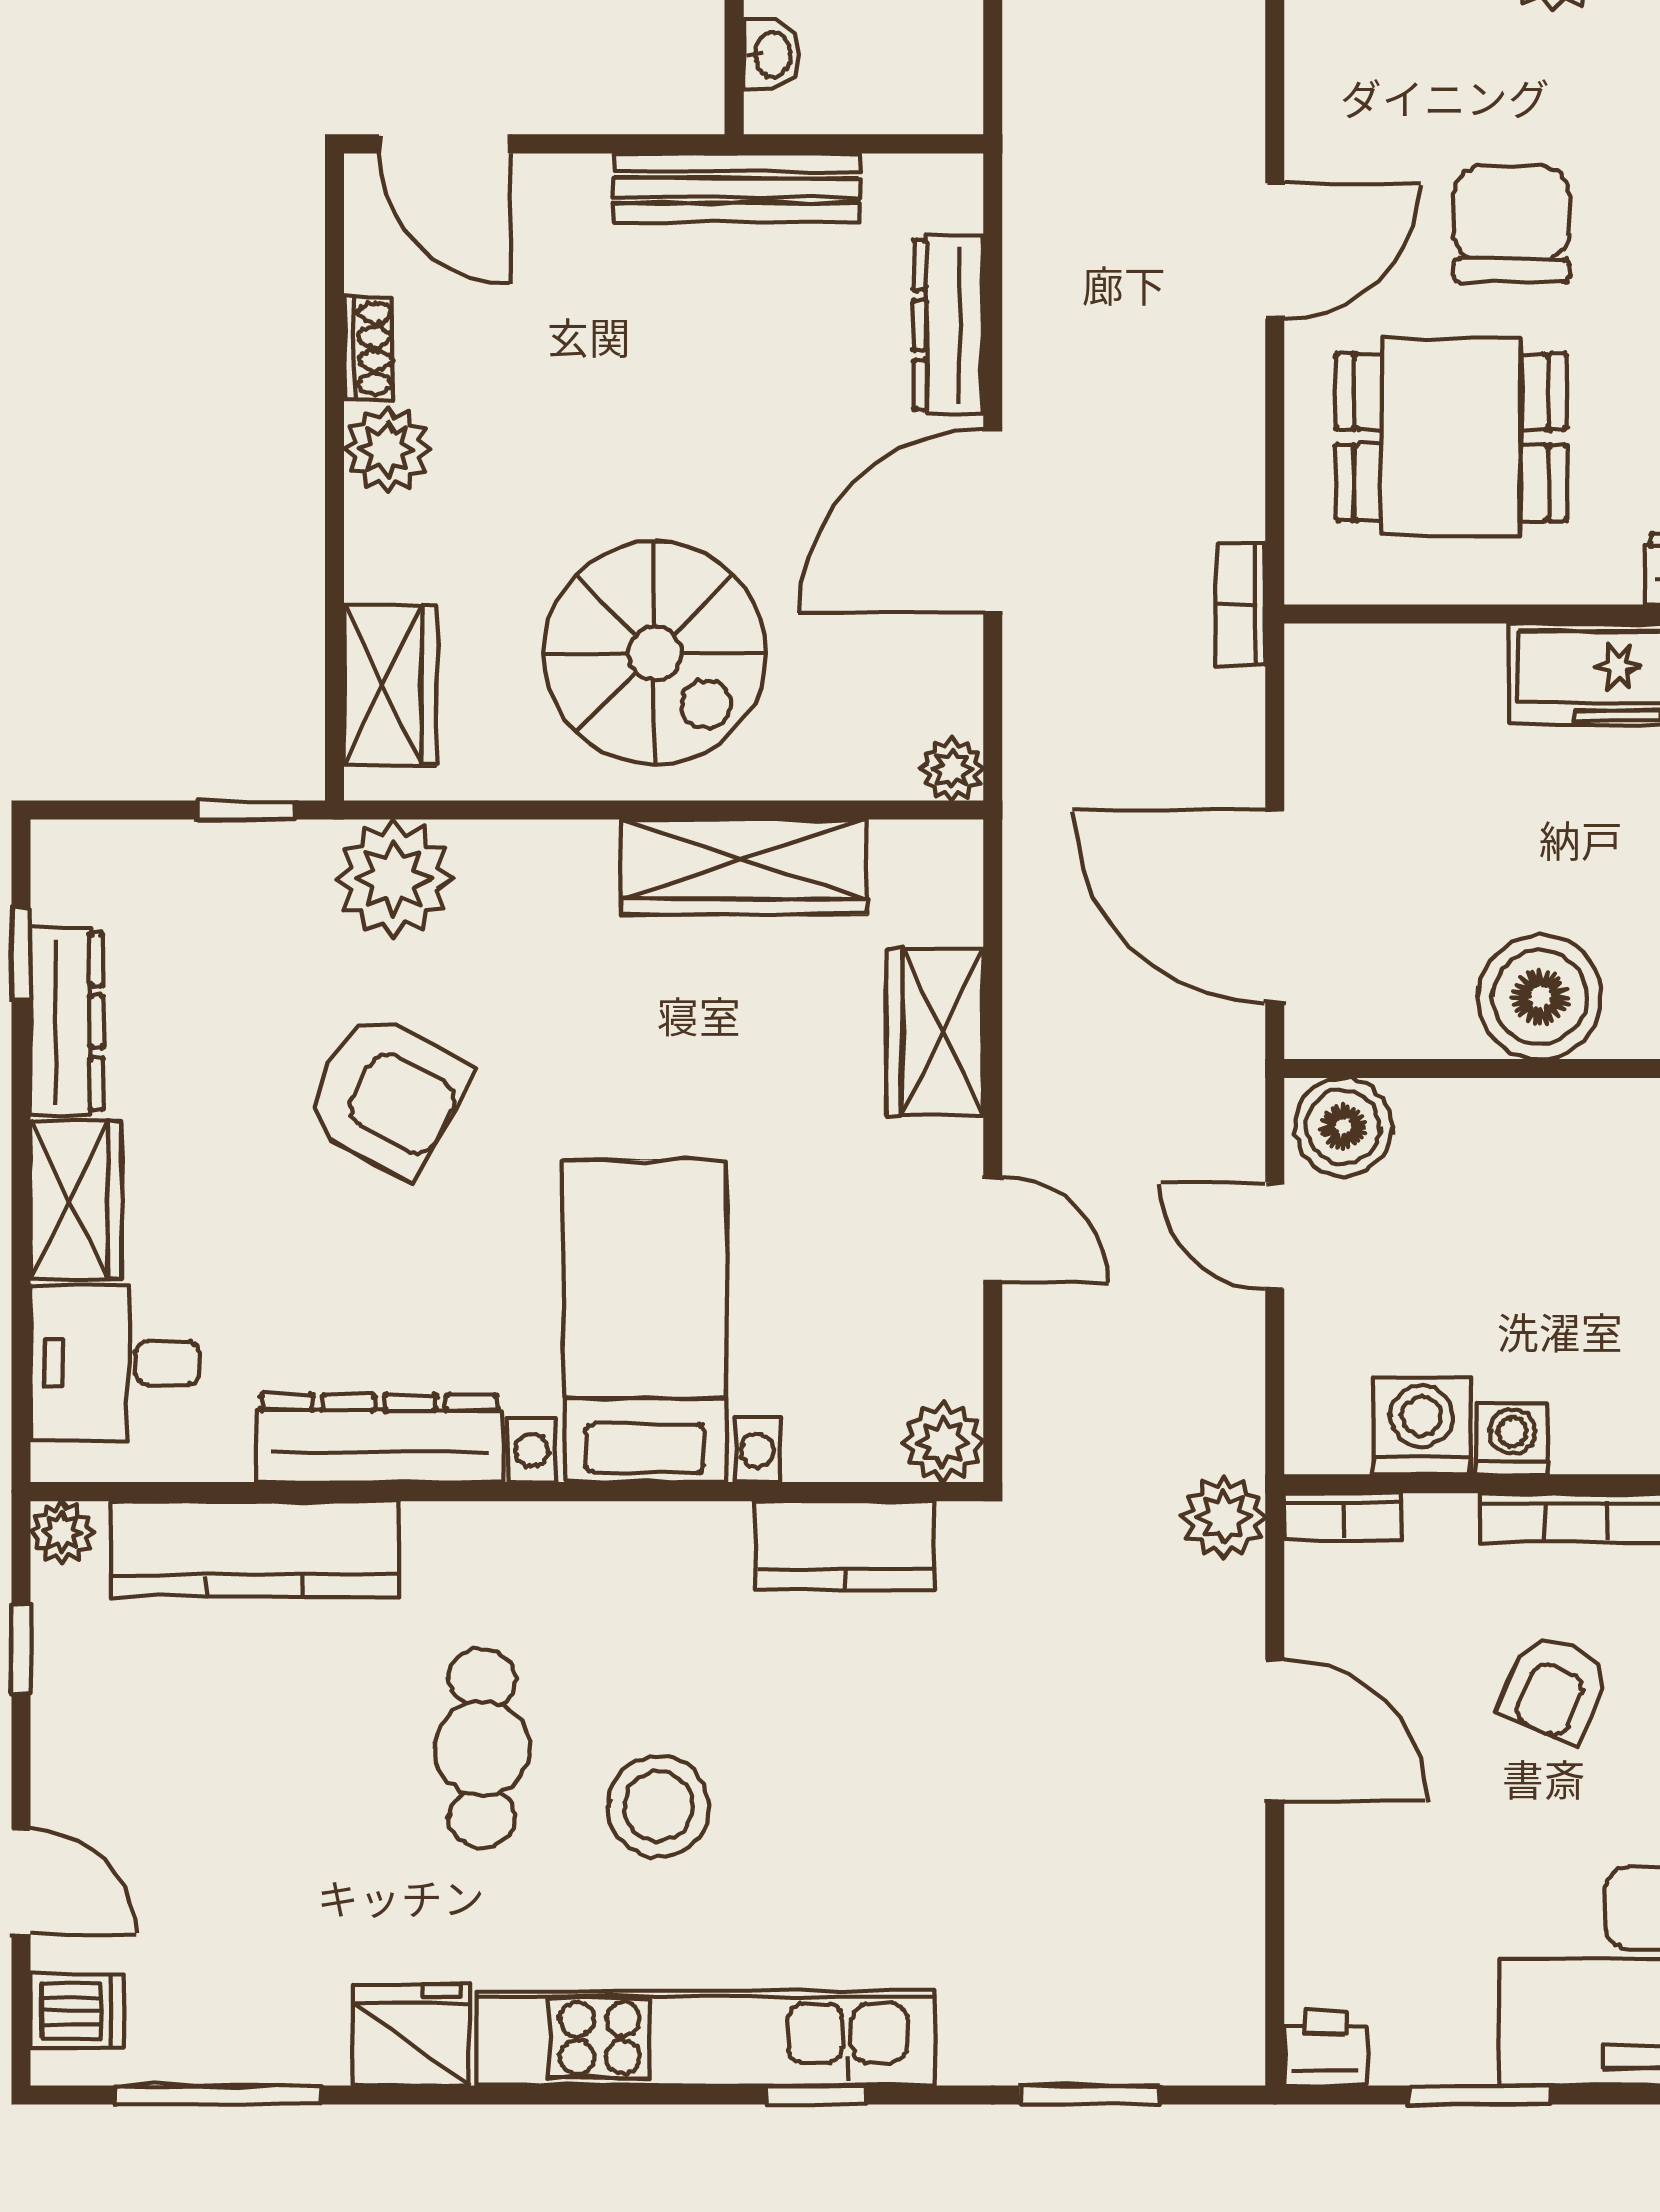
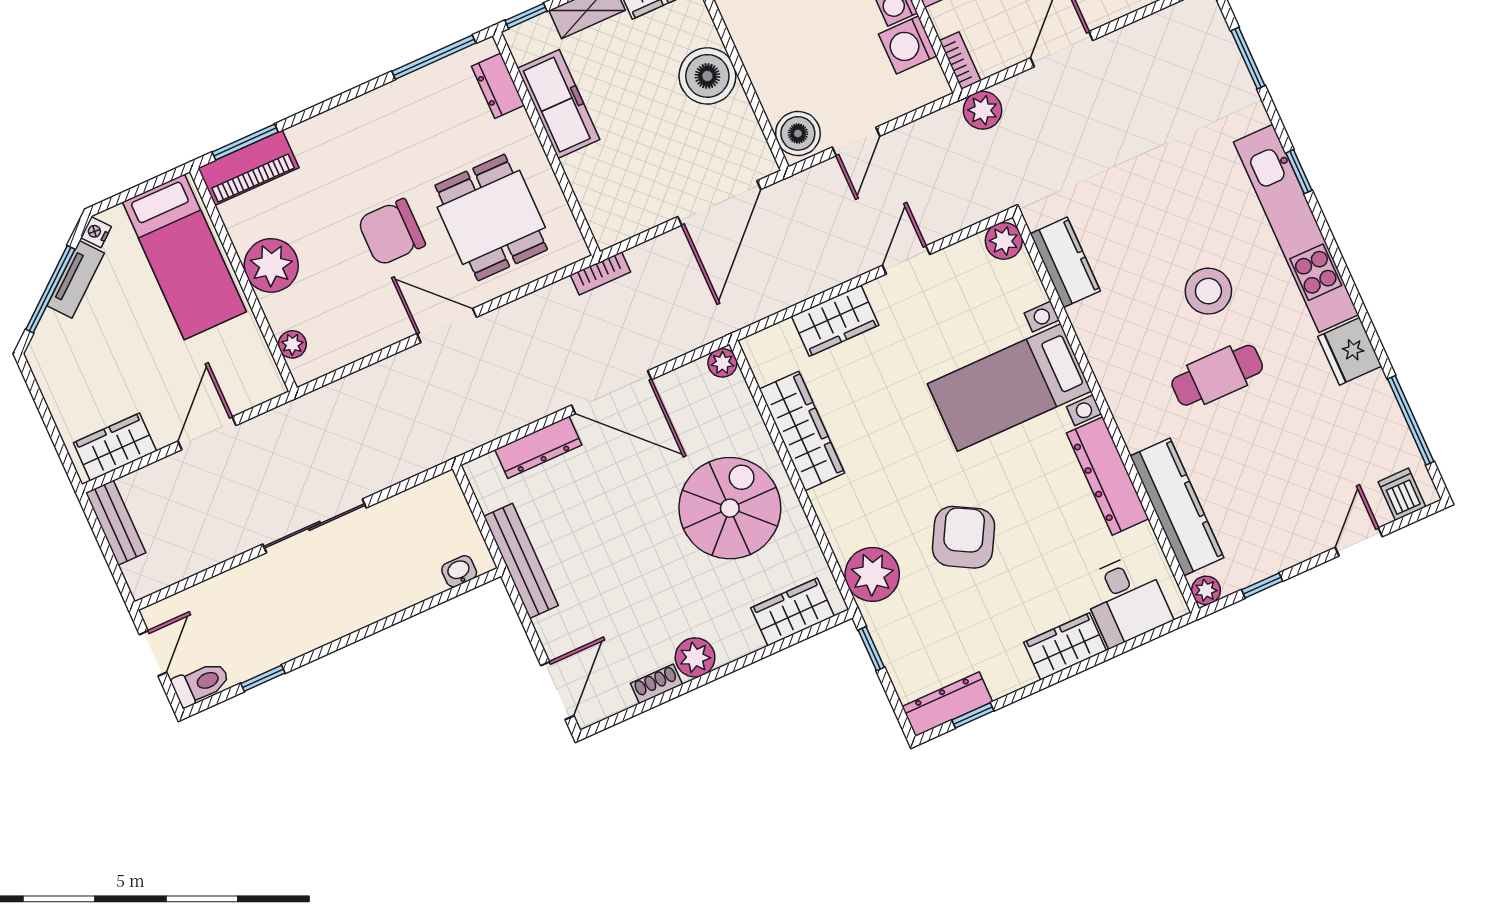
dresser: (67, 1022) -> (947, 704), moved

